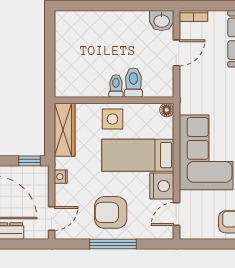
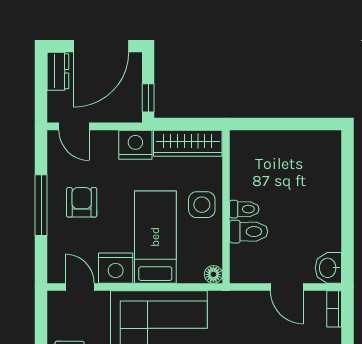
nightstand: (61, 177) -> (135, 145), width x1.89, depth x1.79
armchair: (111, 212) -> (82, 202), width x0.72, depth x0.72

